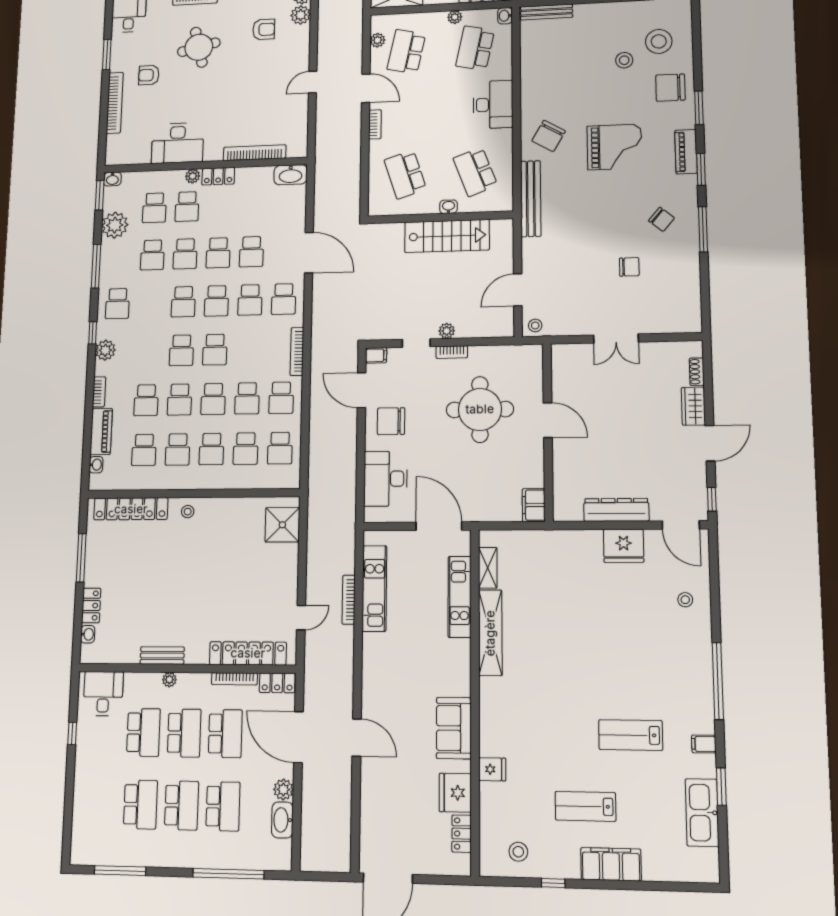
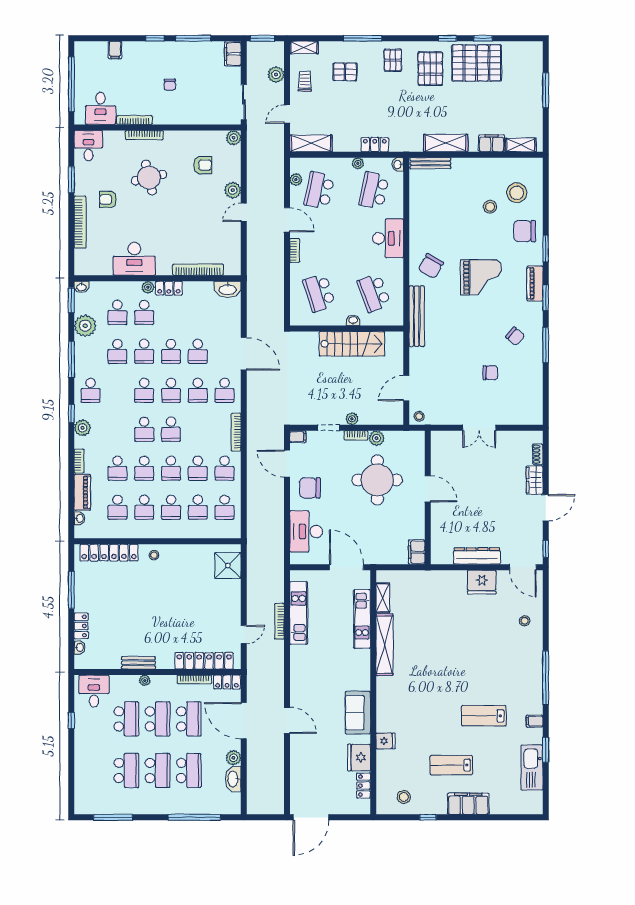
plant: (301, 15) -> (233, 190), moved
plant: (479, 355) -> (377, 438), added

